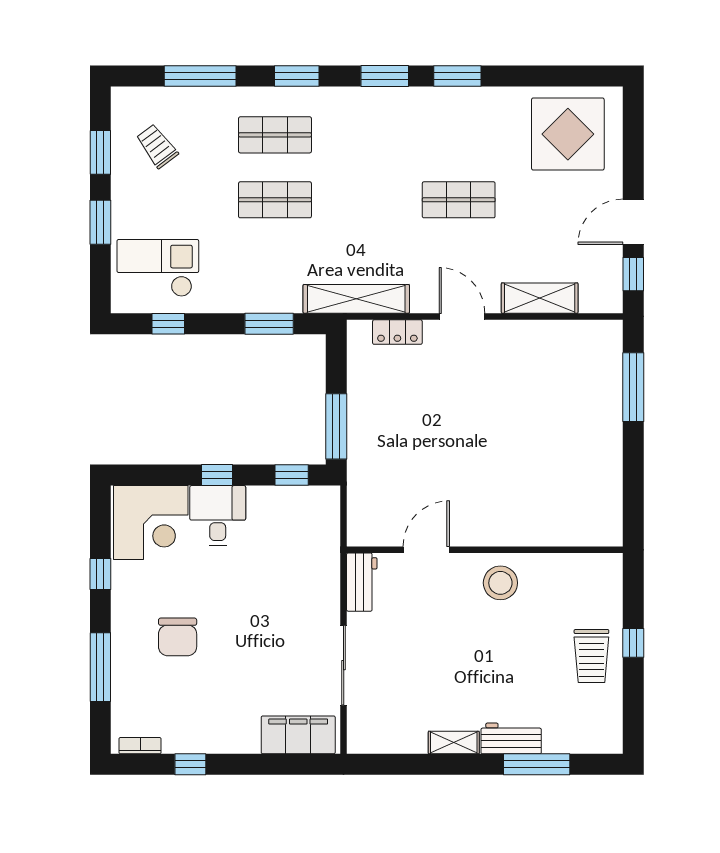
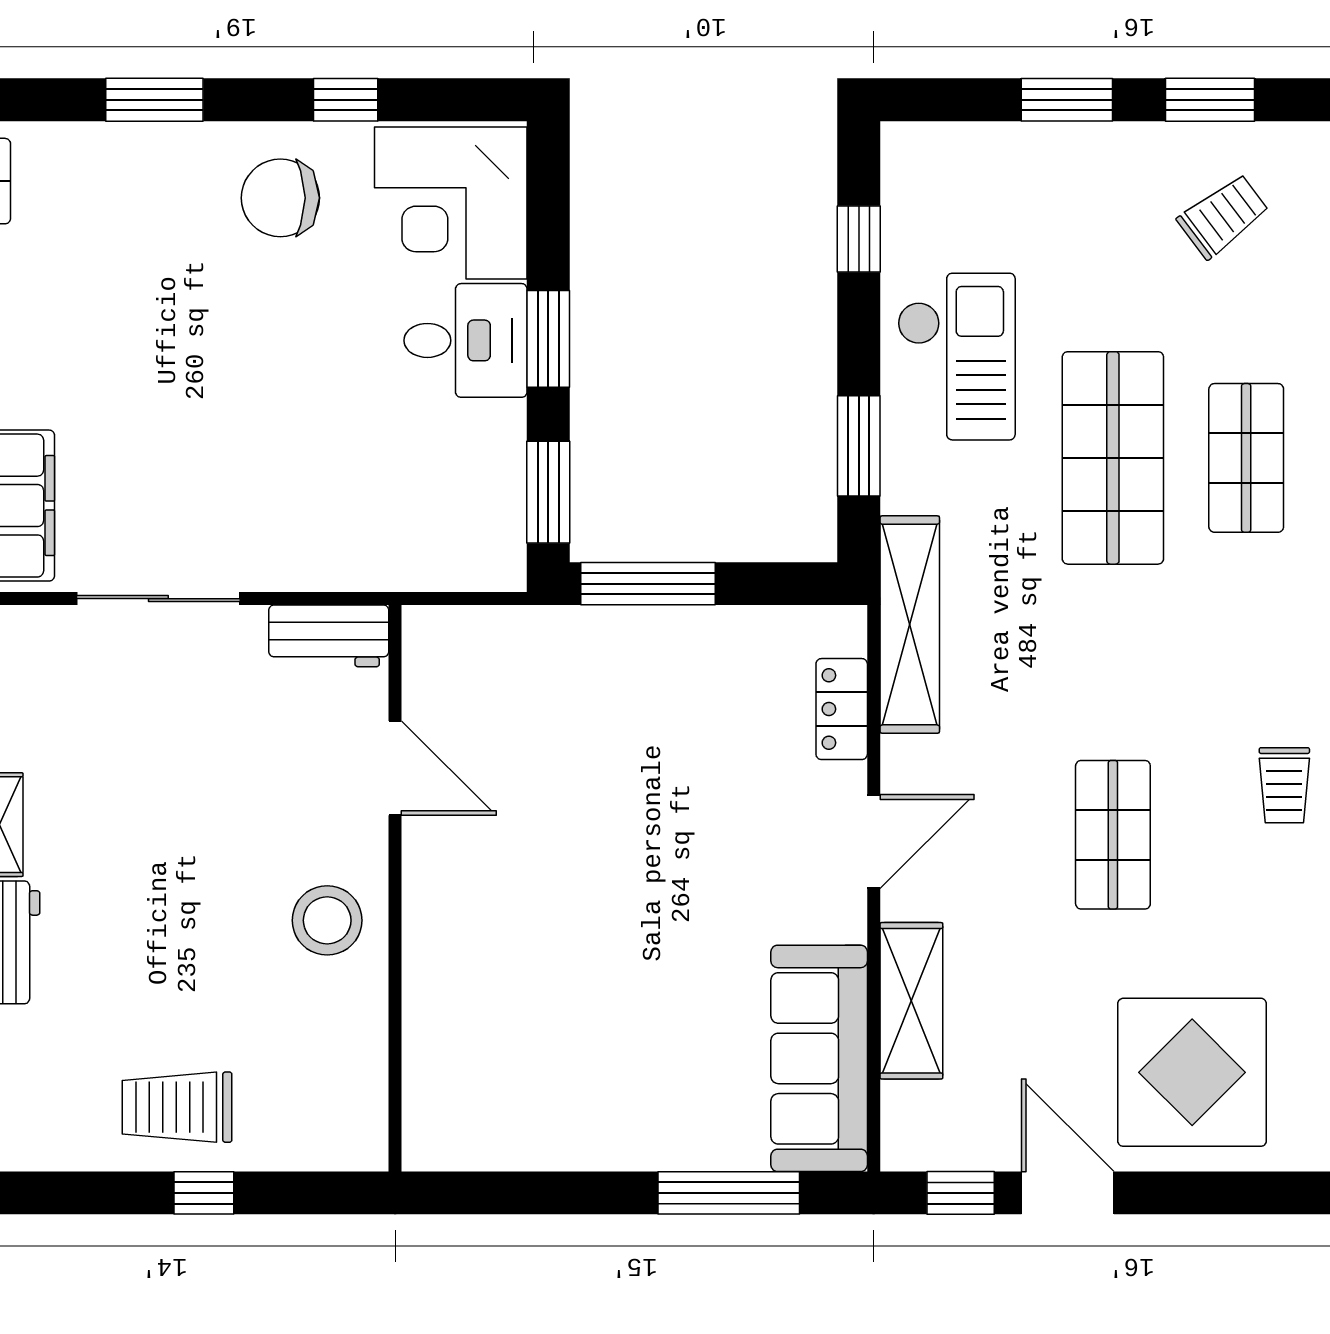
trolley: (435, 116) -> (1284, 785), added
display table: (568, 134) -> (1192, 1072), moved
shop shelf: (275, 200) -> (1113, 458), width x1.43, depth x1.36
checkout: (158, 268) -> (956, 357), moved
sofa: (568, 343) -> (819, 1058), added
window: (217, 475) -> (548, 339), width x1.50
window: (292, 475) -> (548, 492), width x1.50
chair: (178, 637) -> (280, 198), moved
window: (100, 667) -> (154, 100), width x0.69

